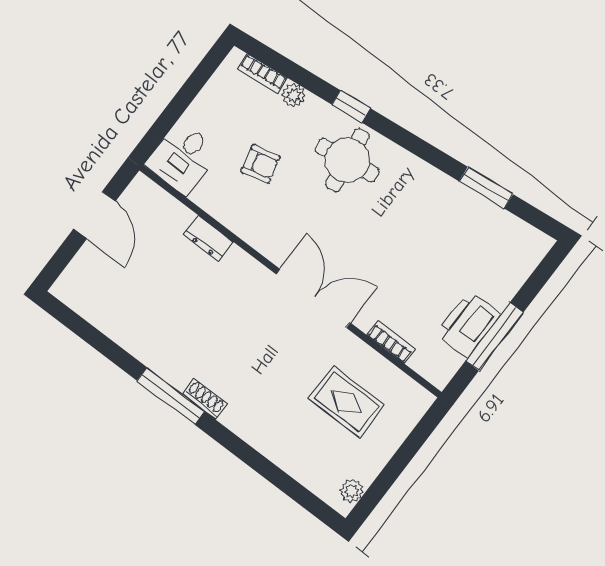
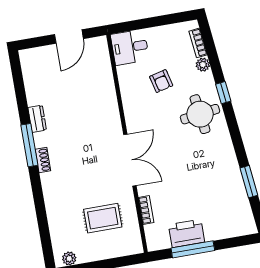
dresser: (209, 238) -> (37, 119), moved, turned 180
rug: (346, 402) -> (103, 218), turned 90

